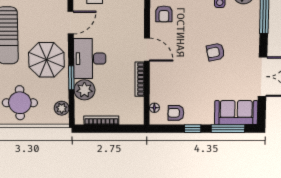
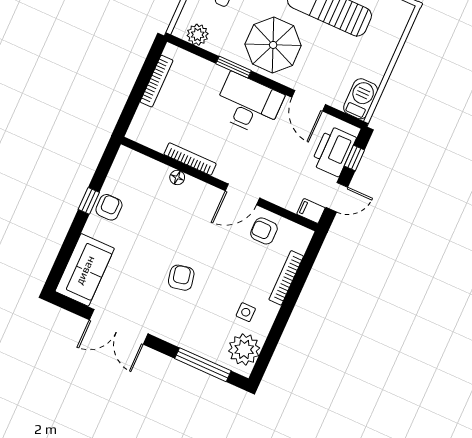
door: (147, 50) -> (242, 194), moved
plant: (84, 90) -> (209, 77), removed
floor lamp: (154, 108) -> (177, 177), moved
armchair: (176, 113) -> (109, 207), moved
window: (228, 129) -> (67, 249), removed

